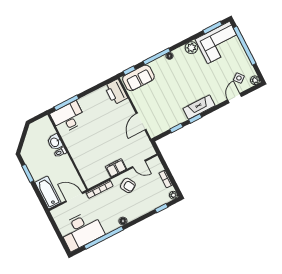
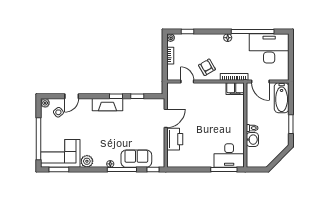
sofa: (138, 78) -> (136, 159), moved
printer: (116, 92) -> (175, 139), moved
filing cabinet: (116, 168) -> (235, 89), moved

